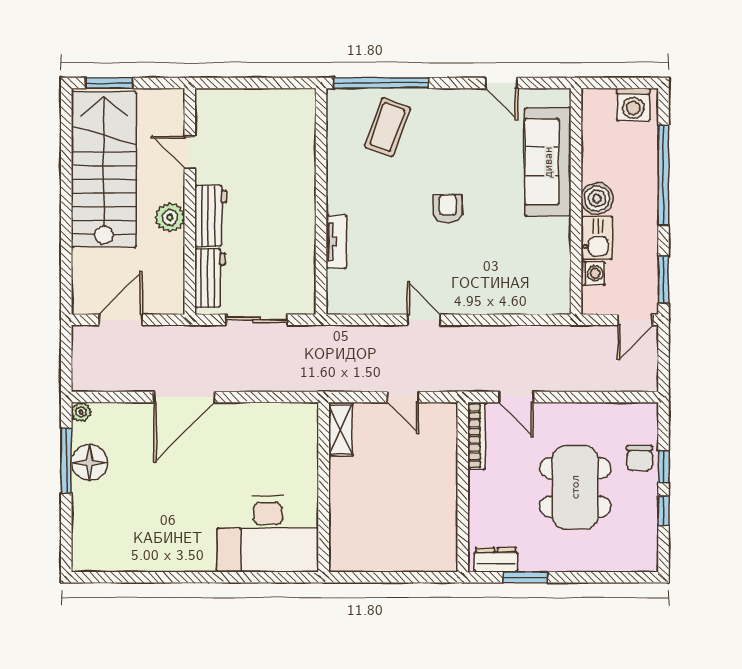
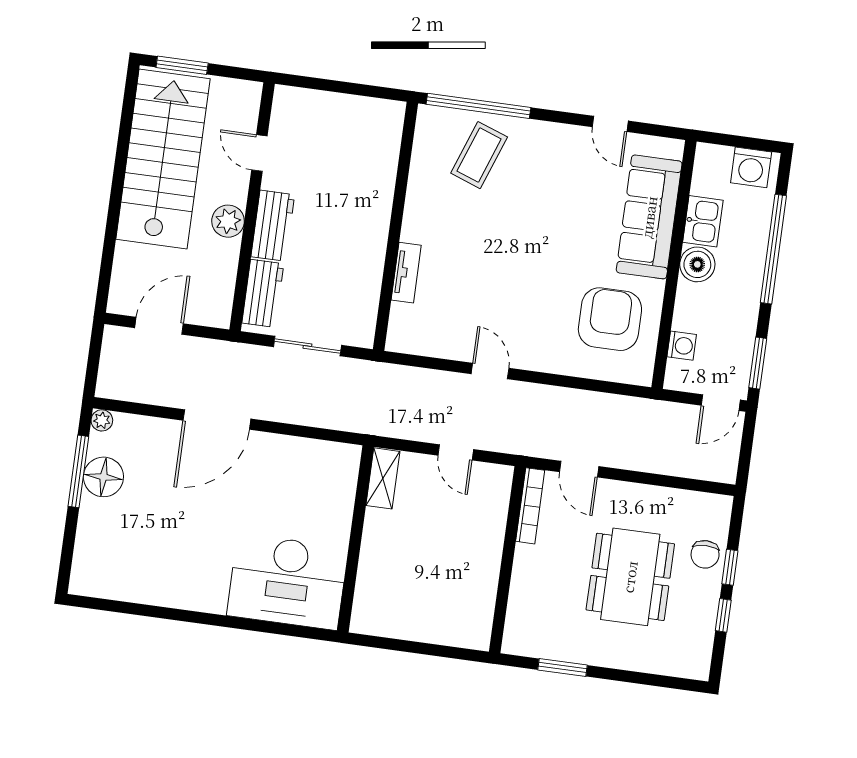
armchair: (448, 209) -> (610, 319), moved, width x1.88, depth x1.88
kitchen sink: (597, 238) -> (703, 221), moved
dresser: (496, 560) -> (533, 644), removed

